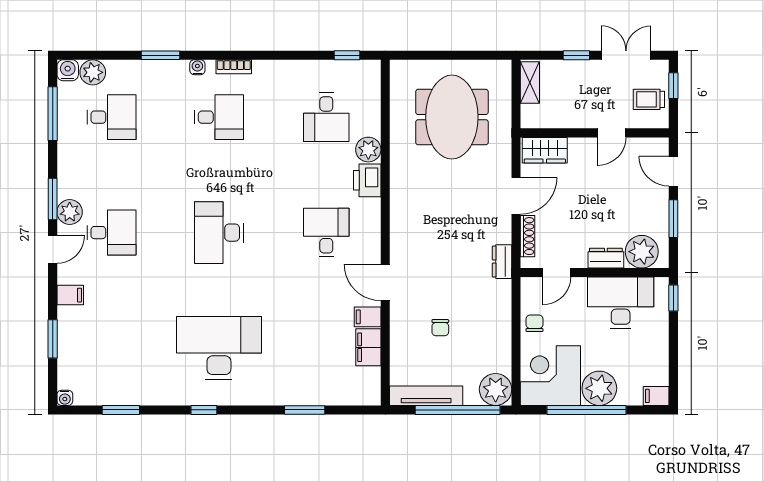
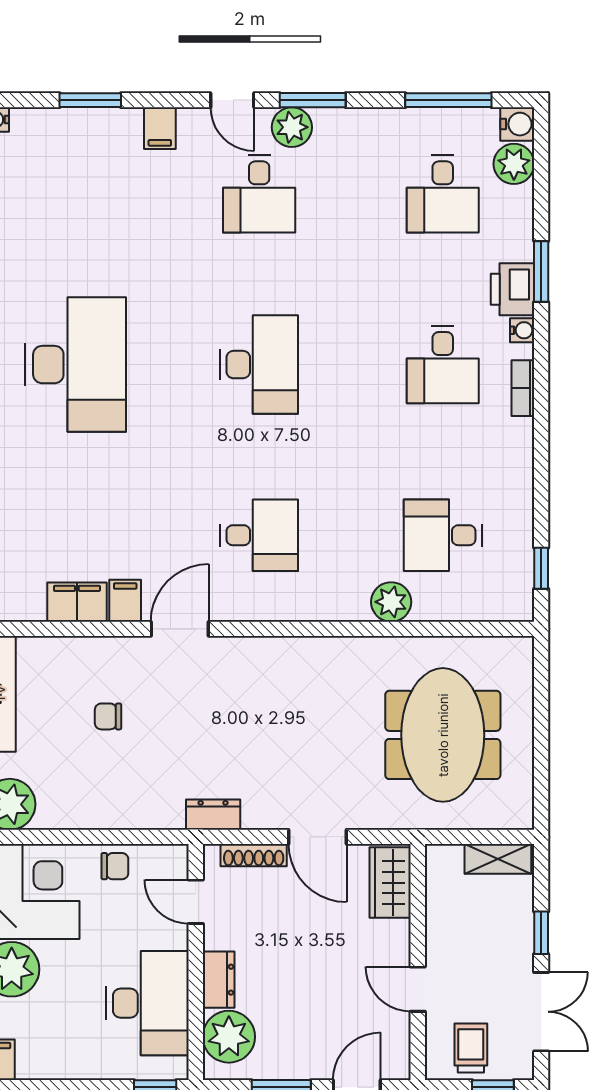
meeting table: (452, 117) -> (443, 735), turned 90
printer: (367, 180) -> (512, 289), moved, turned -90
desk: (219, 233) -> (259, 365), turned 90

